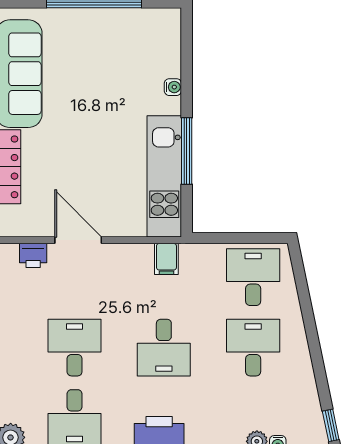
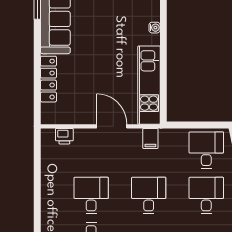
window: (187, 151) -> (163, 69), removed
door: (78, 240) -> (112, 126), moved
desk: (164, 348) -> (149, 196), turned 180

